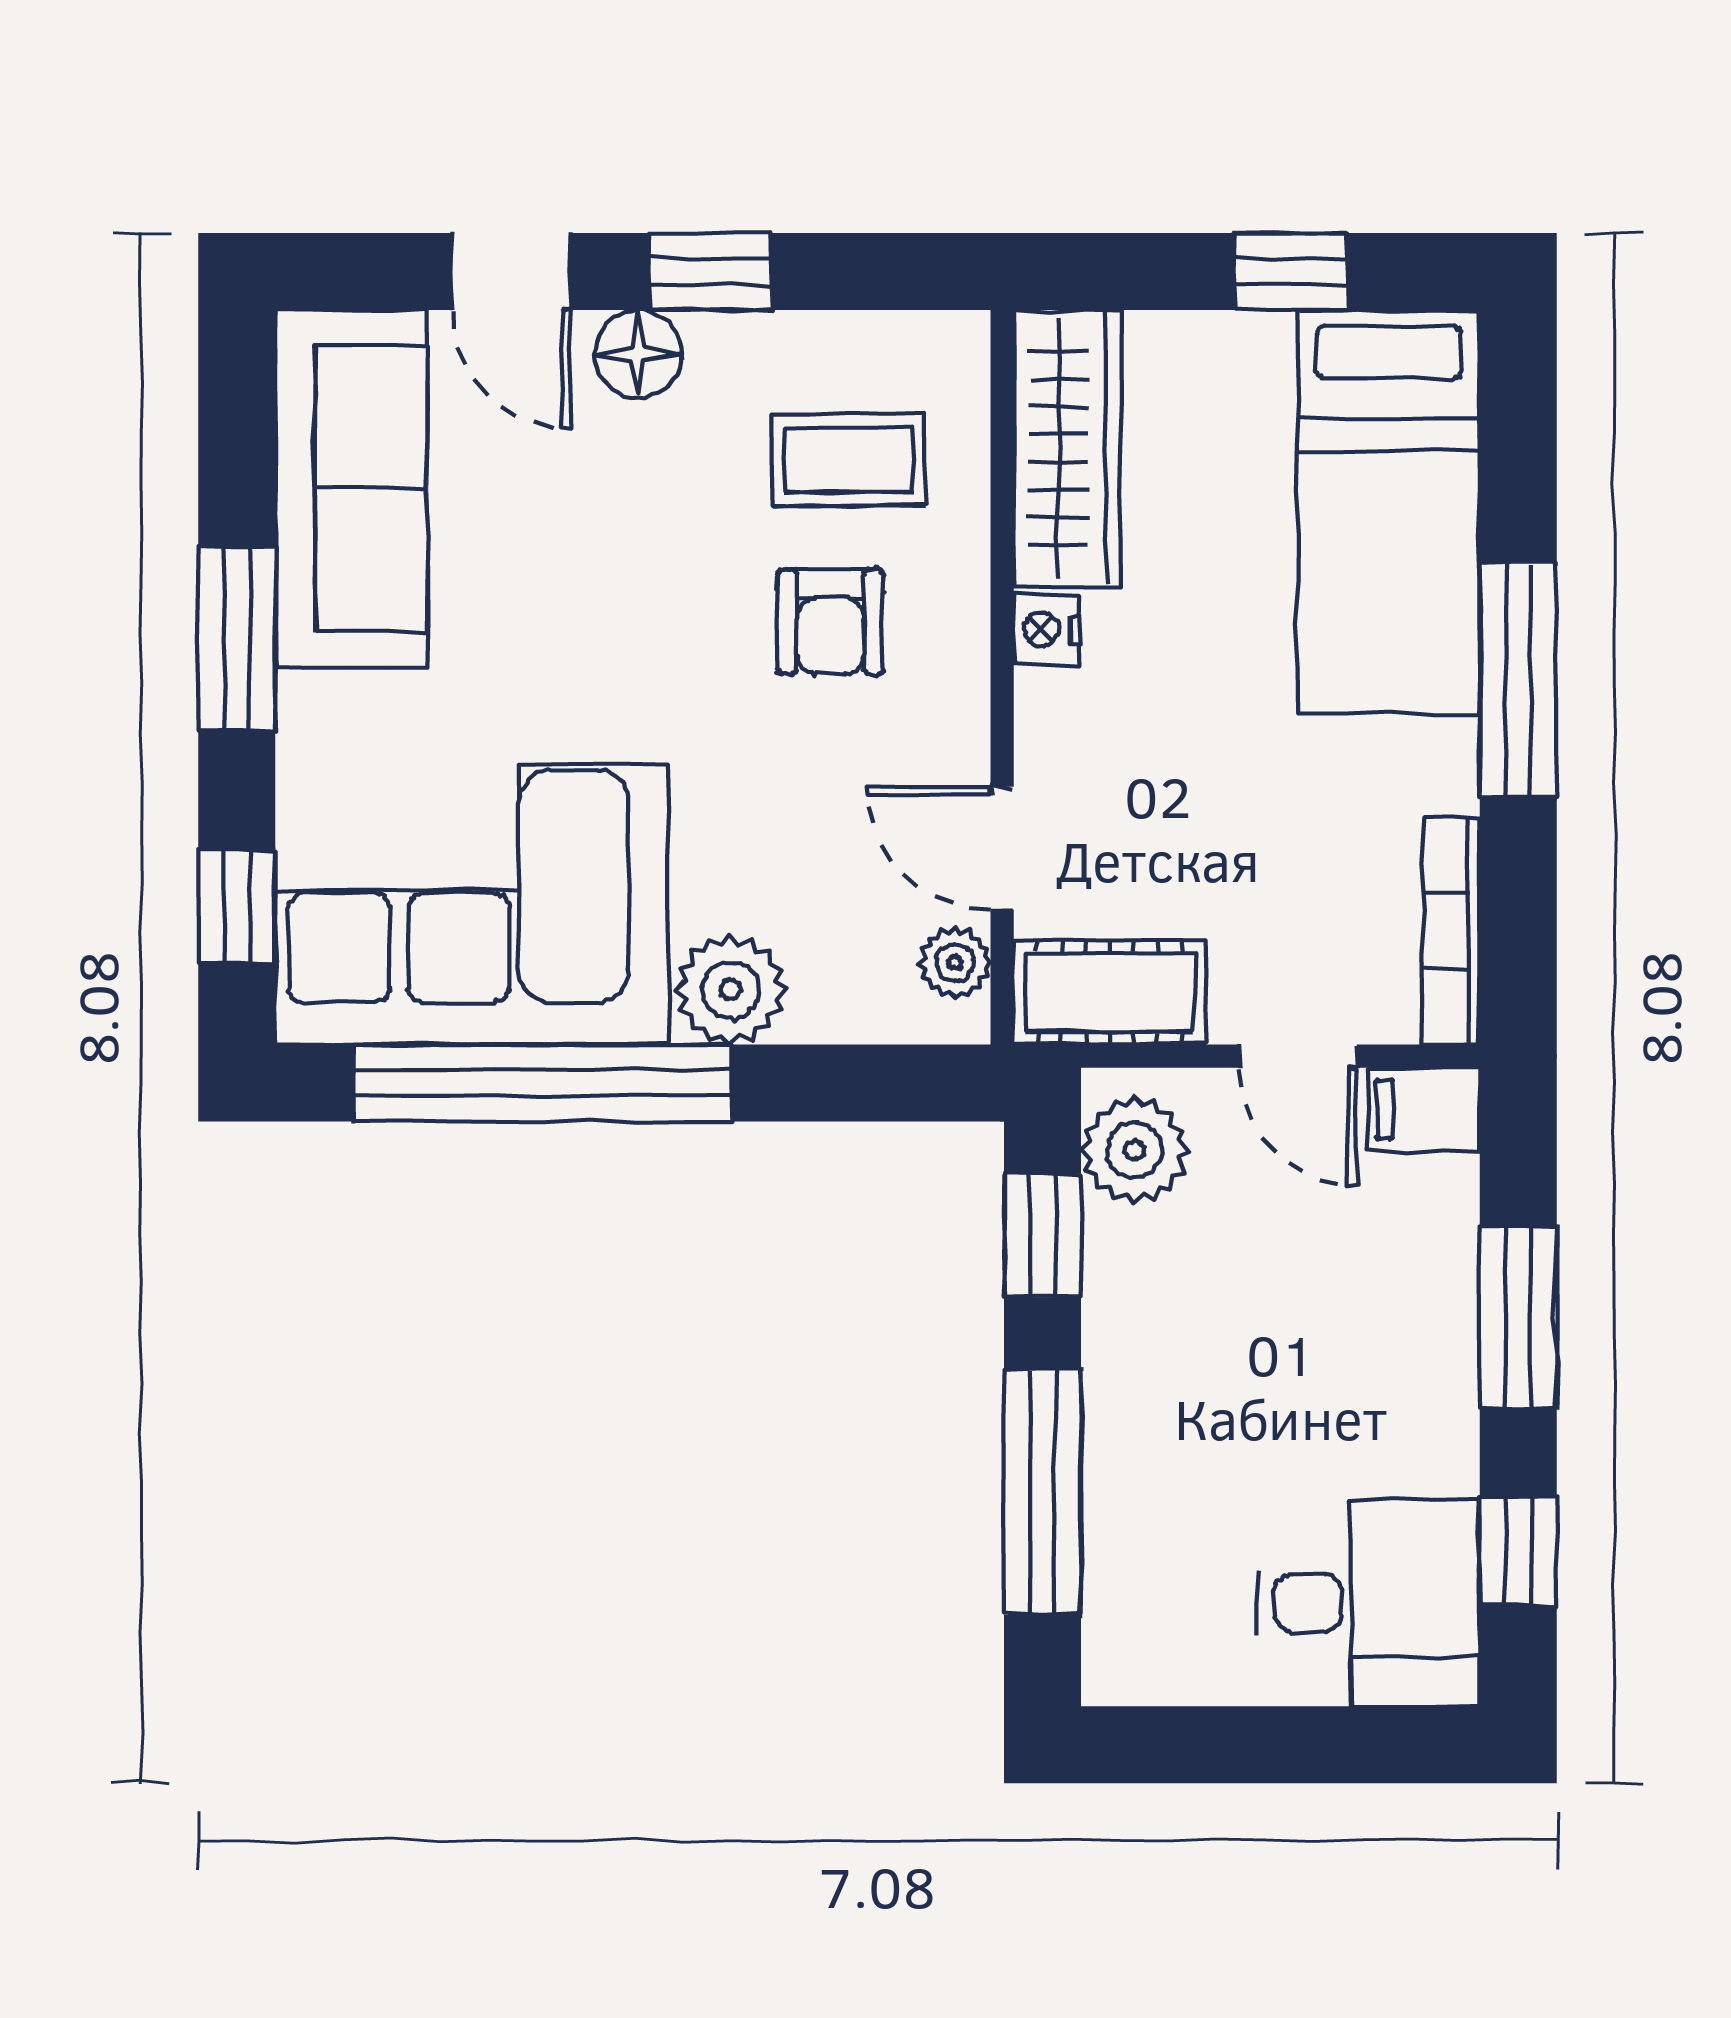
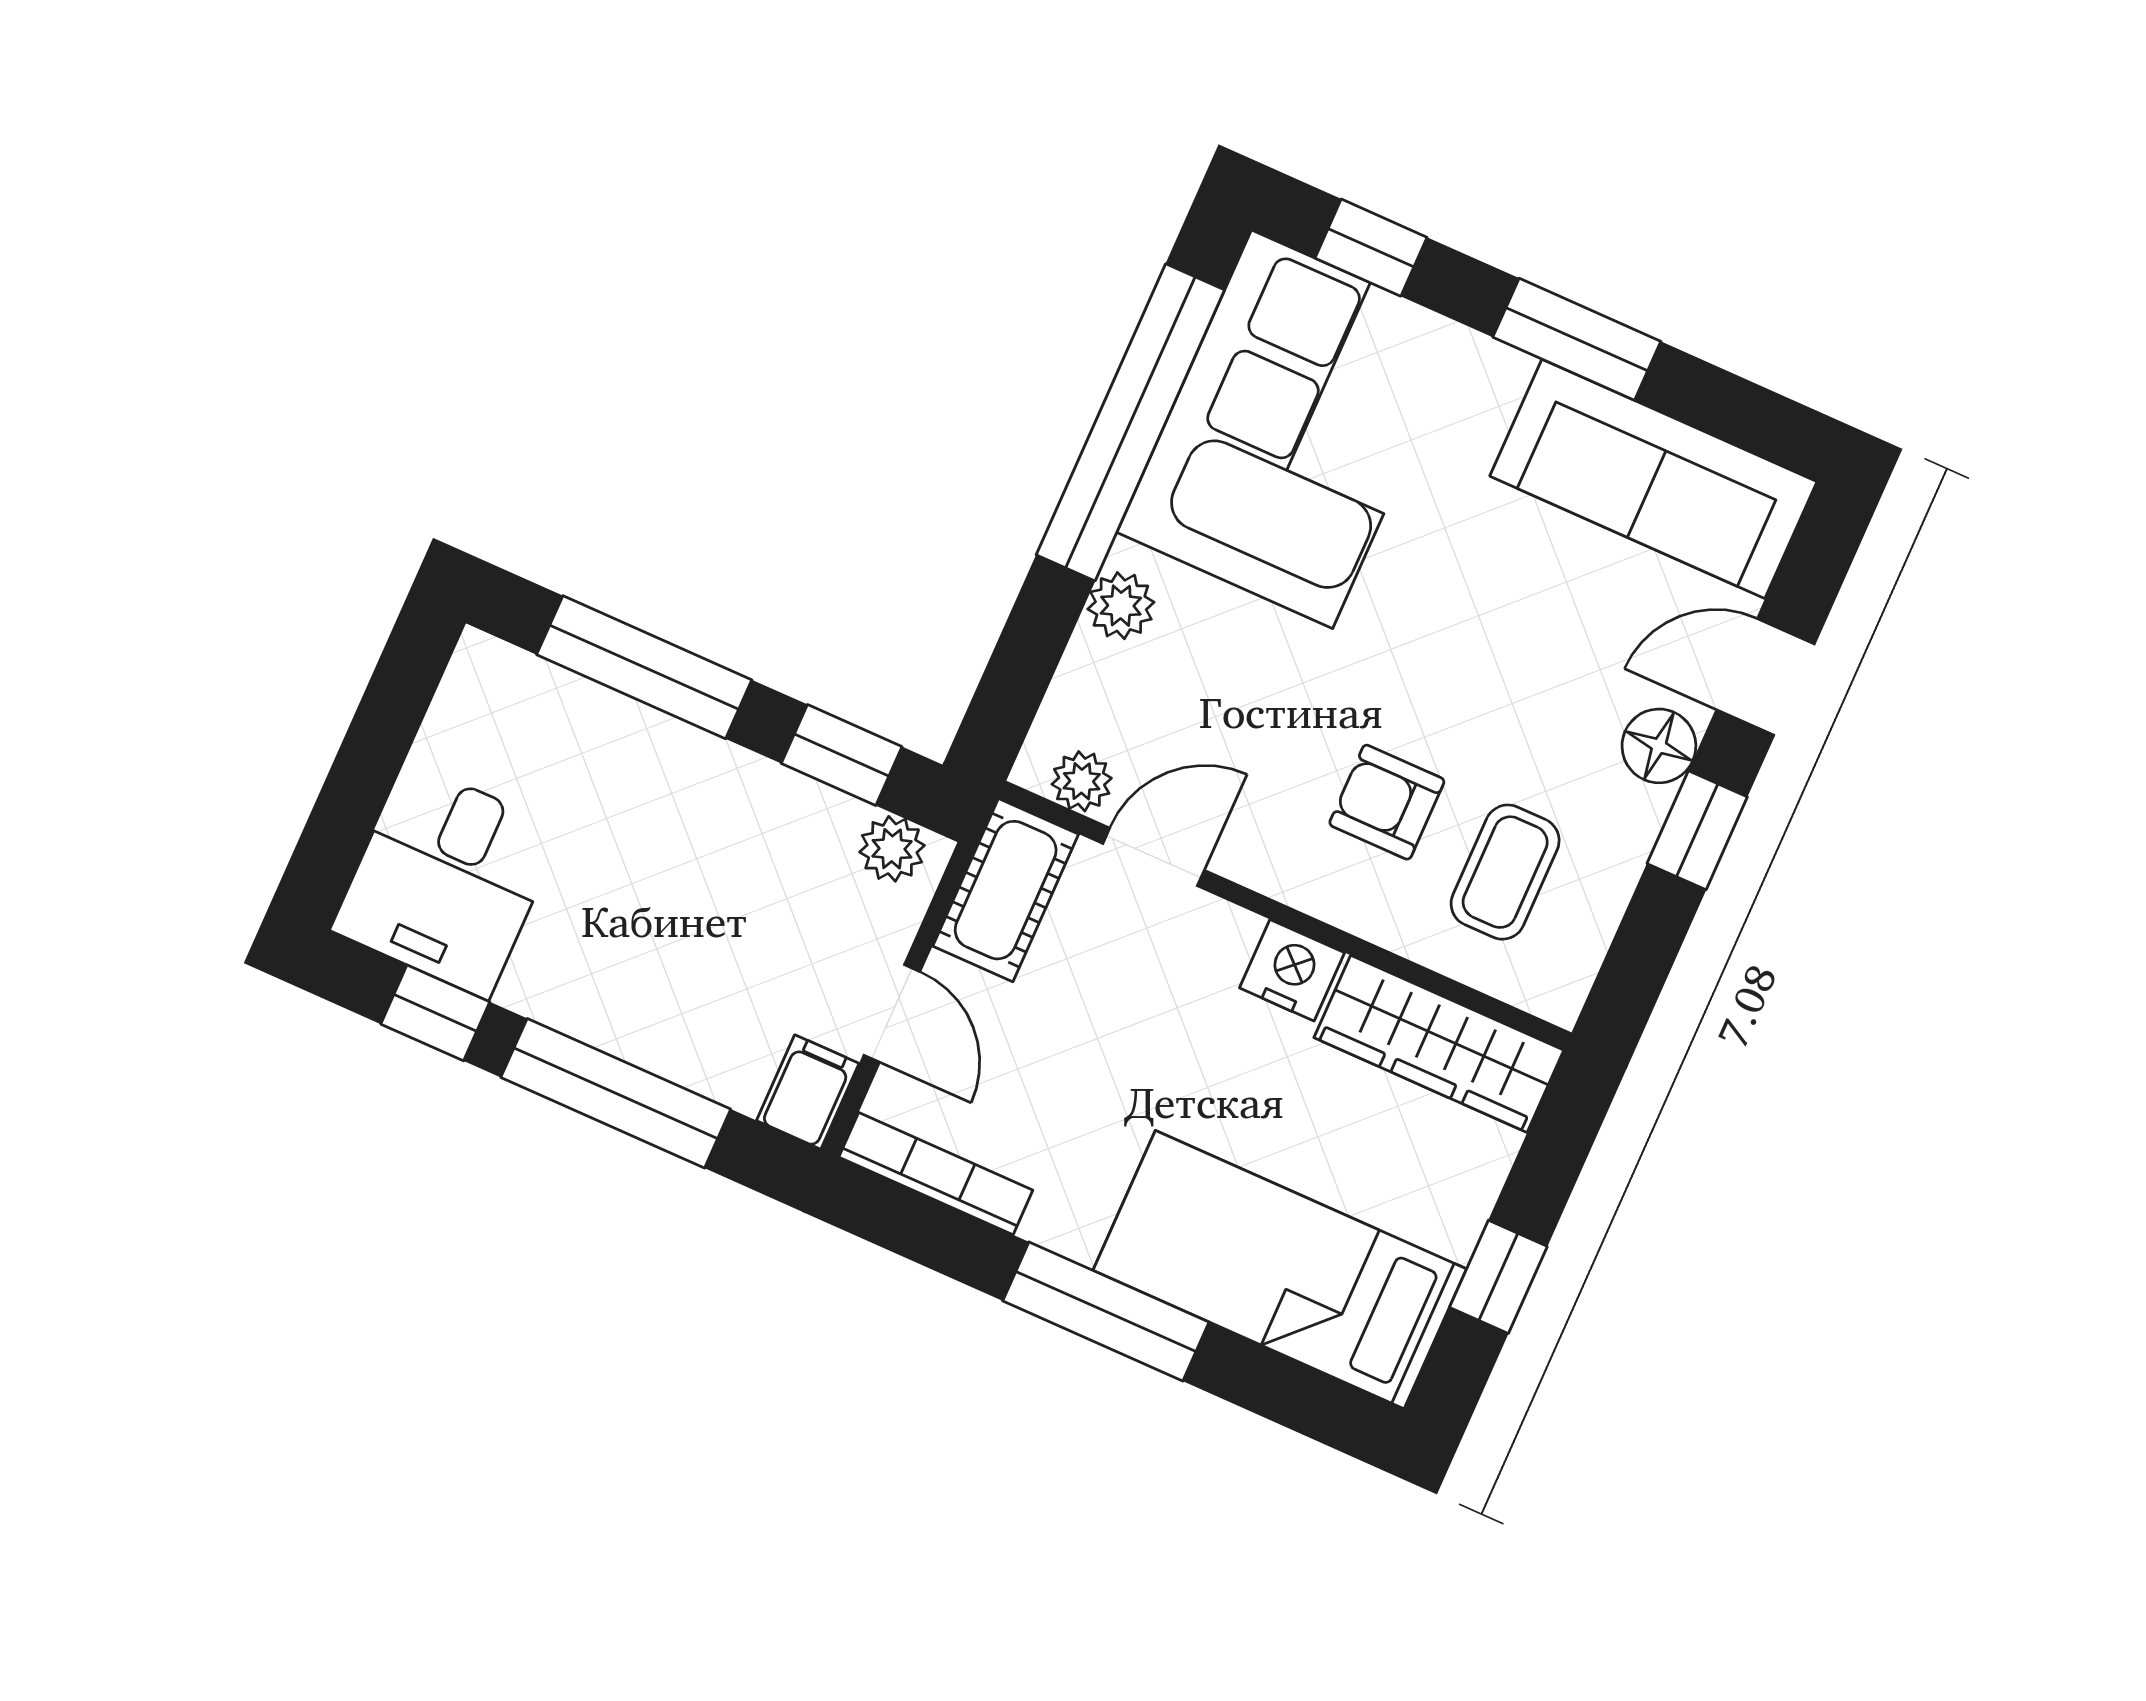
nightstand: (1047, 630) -> (1292, 970), width x1.39, depth x1.35
plant: (731, 990) -> (1121, 606), width x0.73, depth x0.73
door: (1298, 1056) -> (892, 1013), swing flipped
plant: (1134, 1150) -> (892, 849), width x0.73, depth x0.73
window: (1518, 1317) -> (616, 1093), width x1.44

